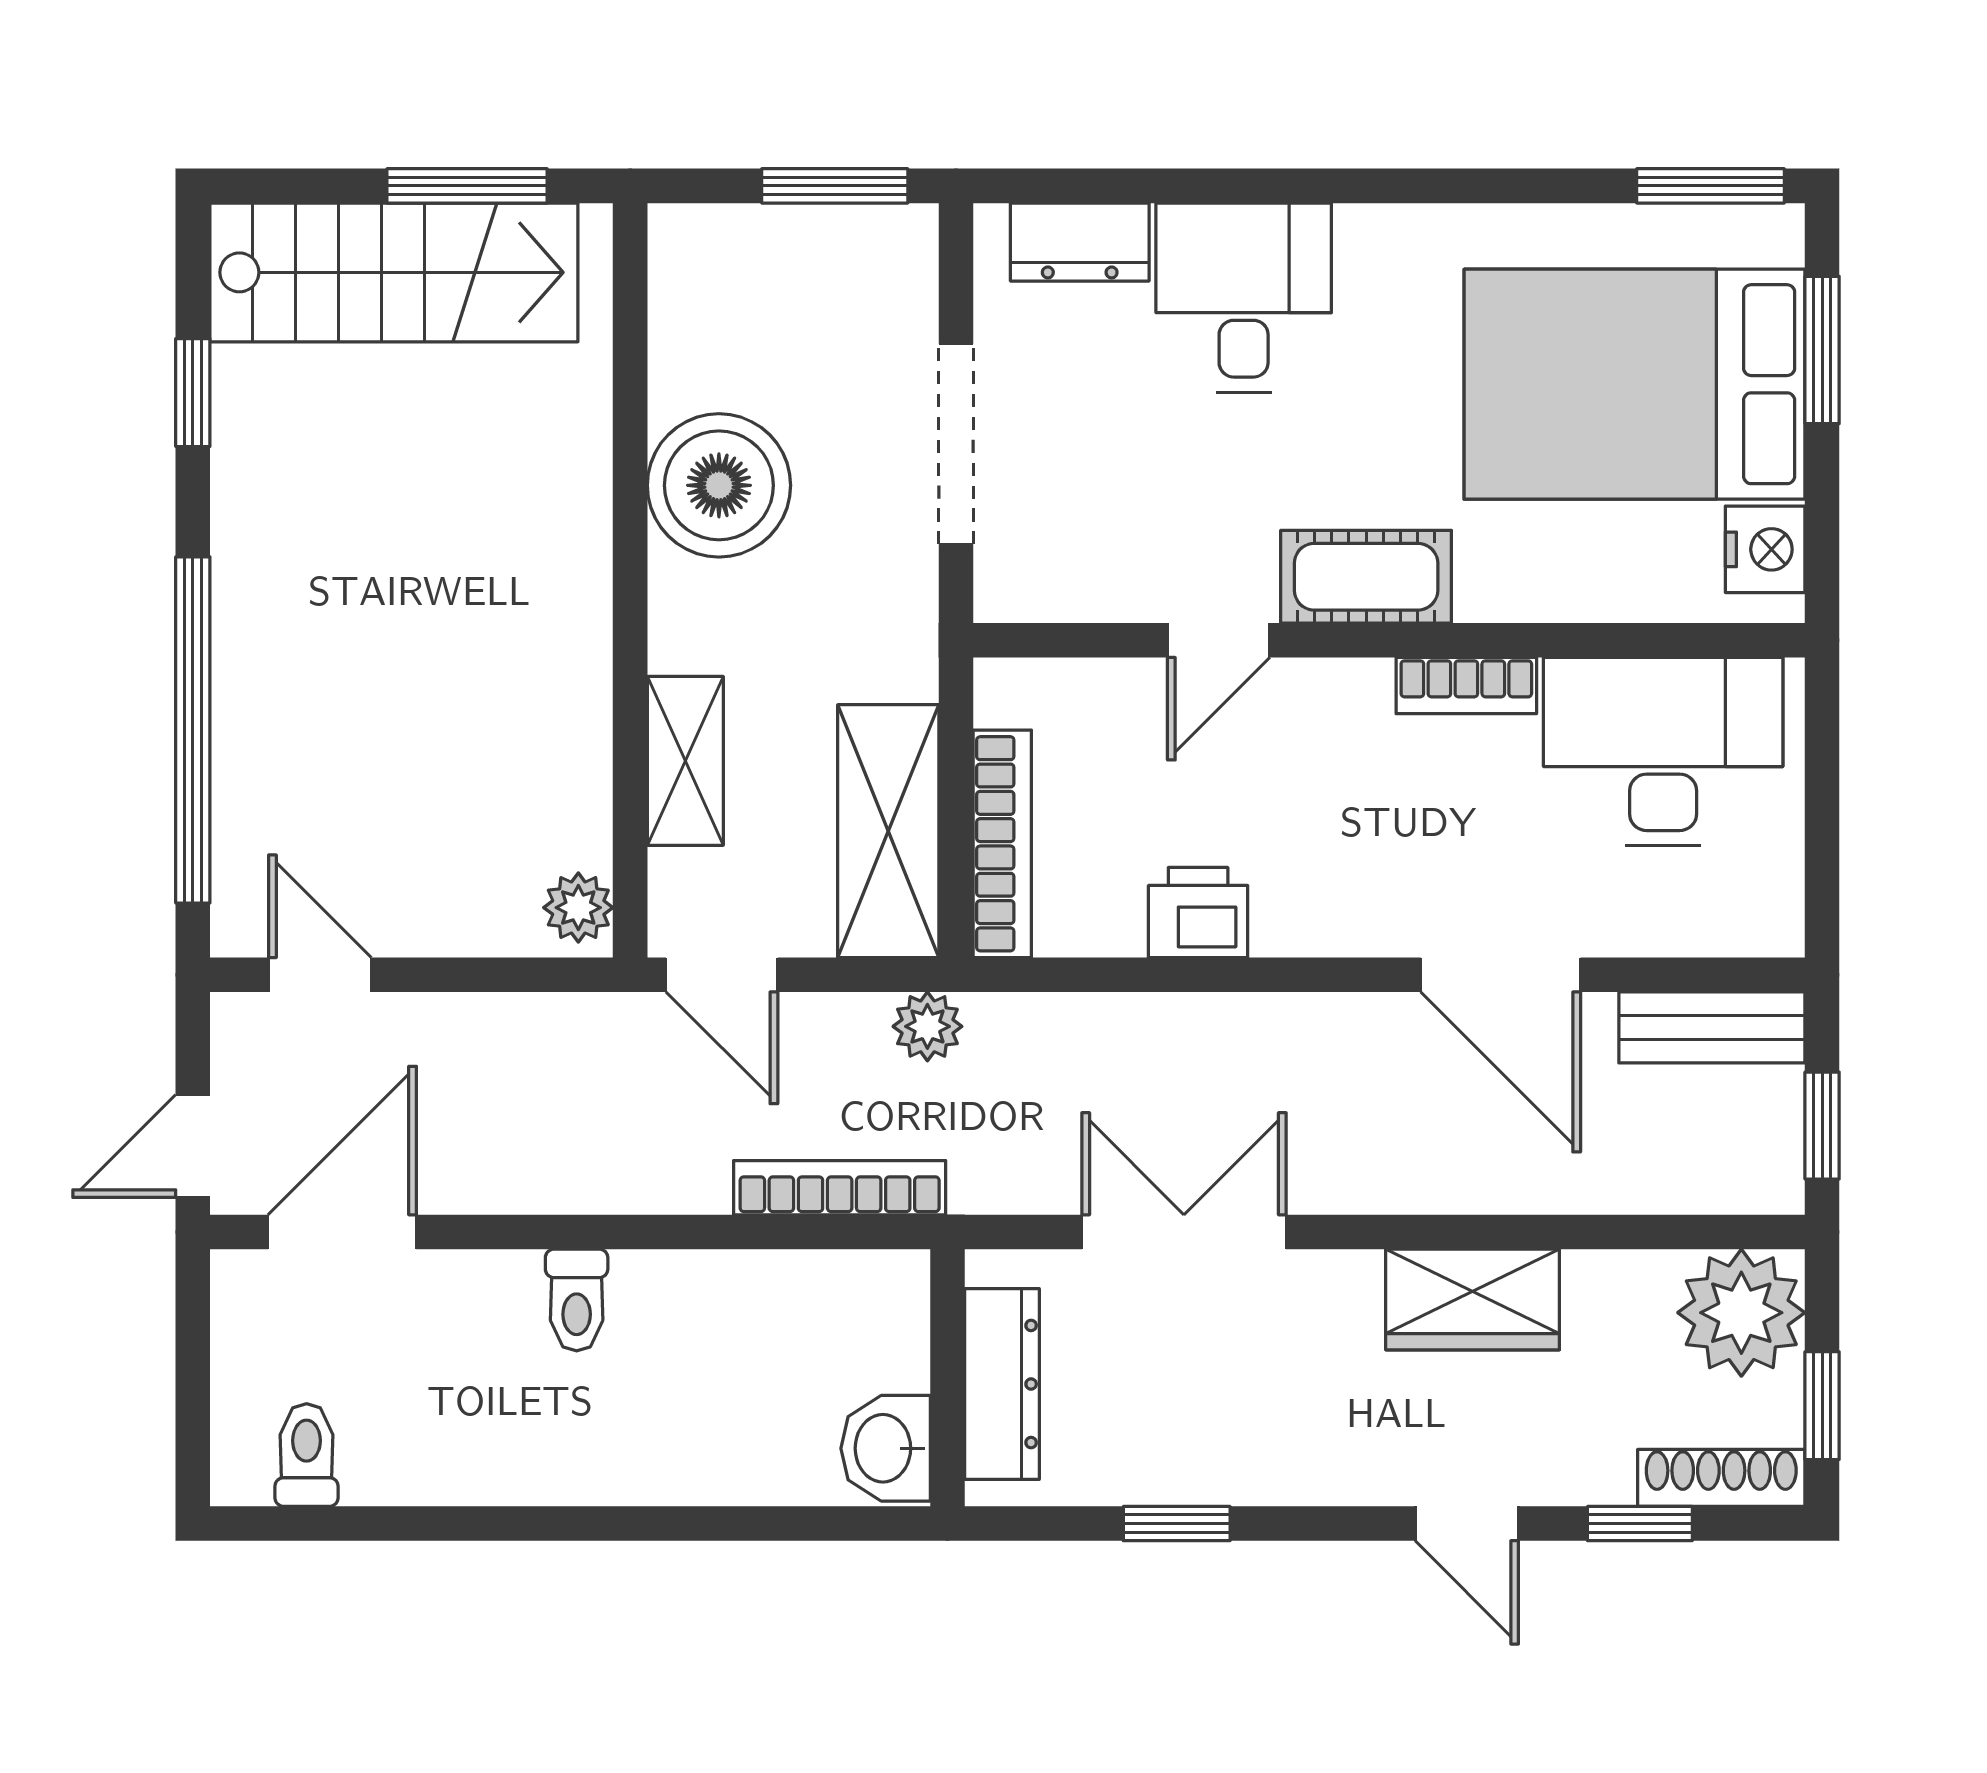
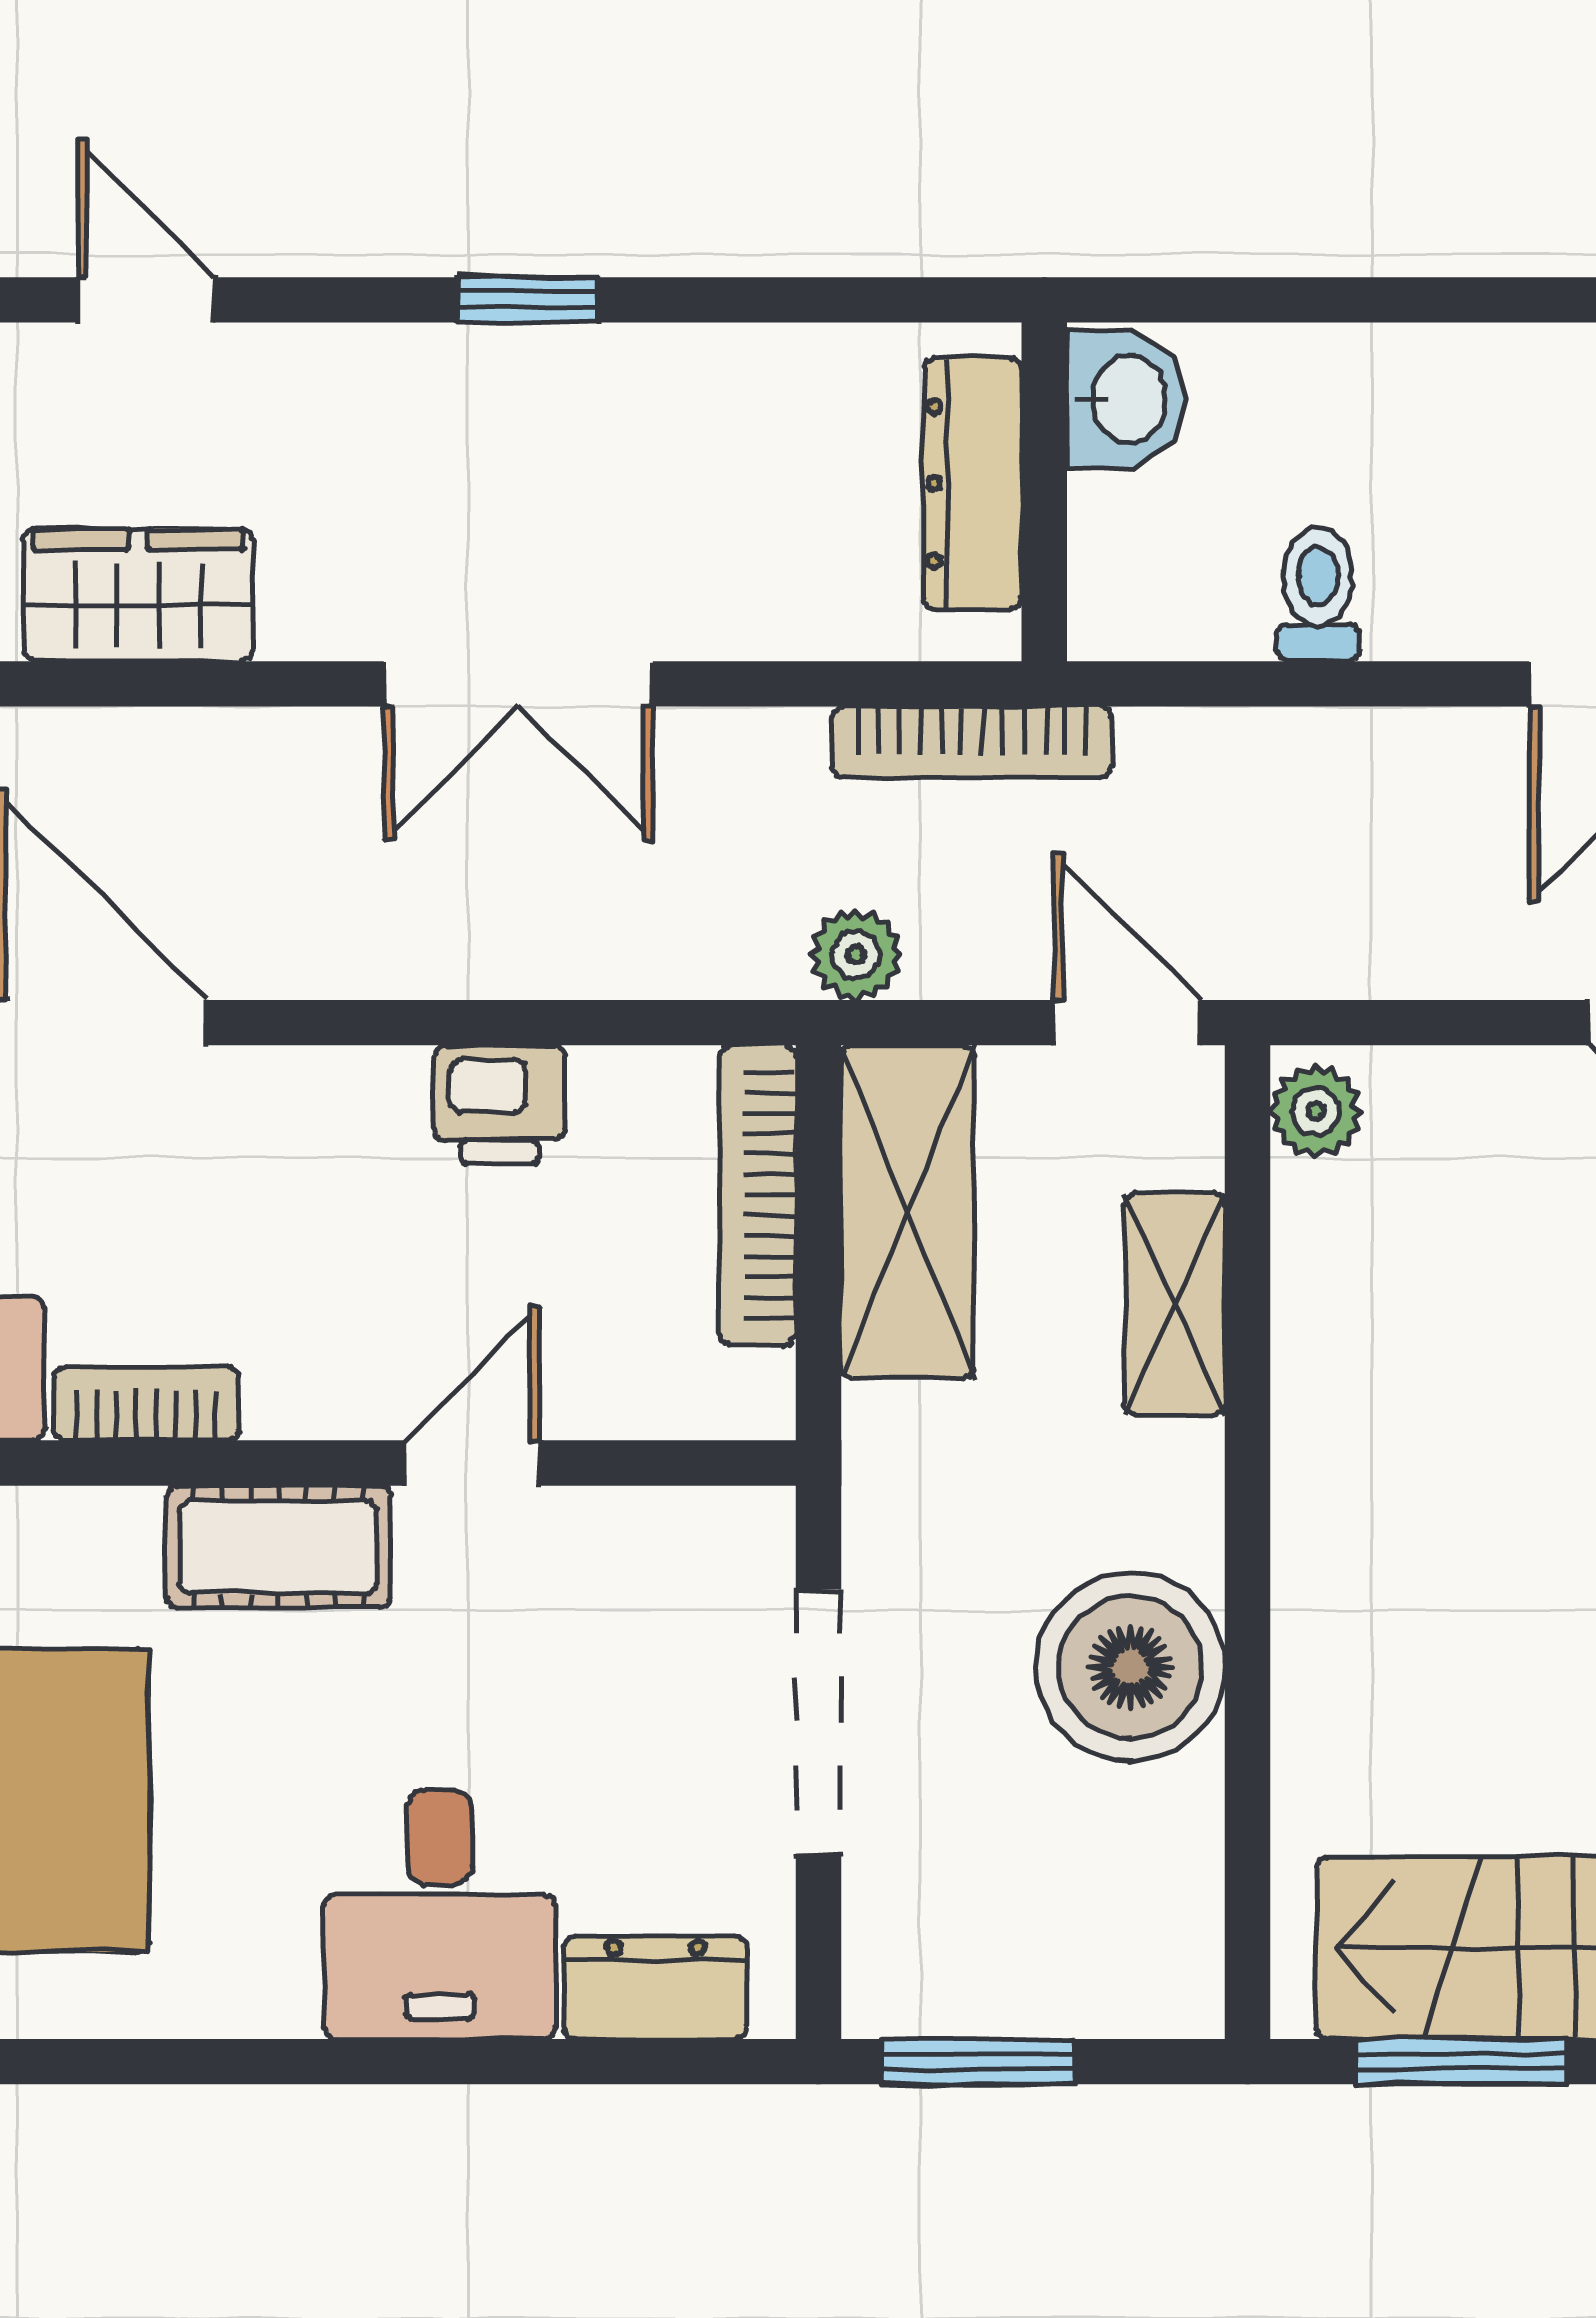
wall: (947, 1378) -> (1044, 492), moved
dresser: (1002, 1384) -> (973, 484), moved
washbasin: (886, 1448) -> (1126, 399), moved

